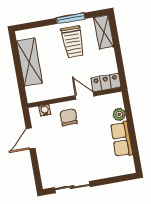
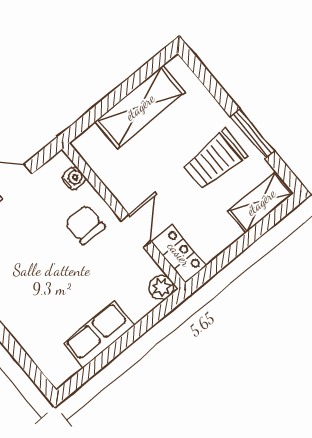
plant: (119, 114) -> (161, 287), moved
chair: (69, 117) -> (85, 225), turned -90

